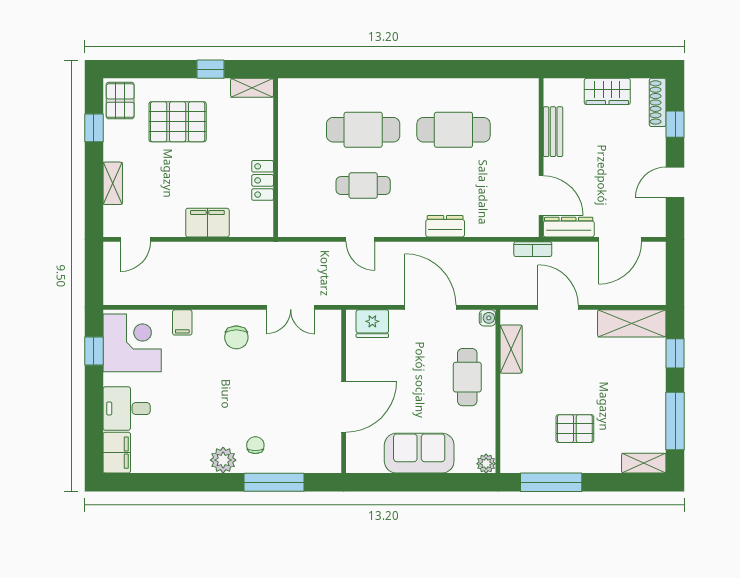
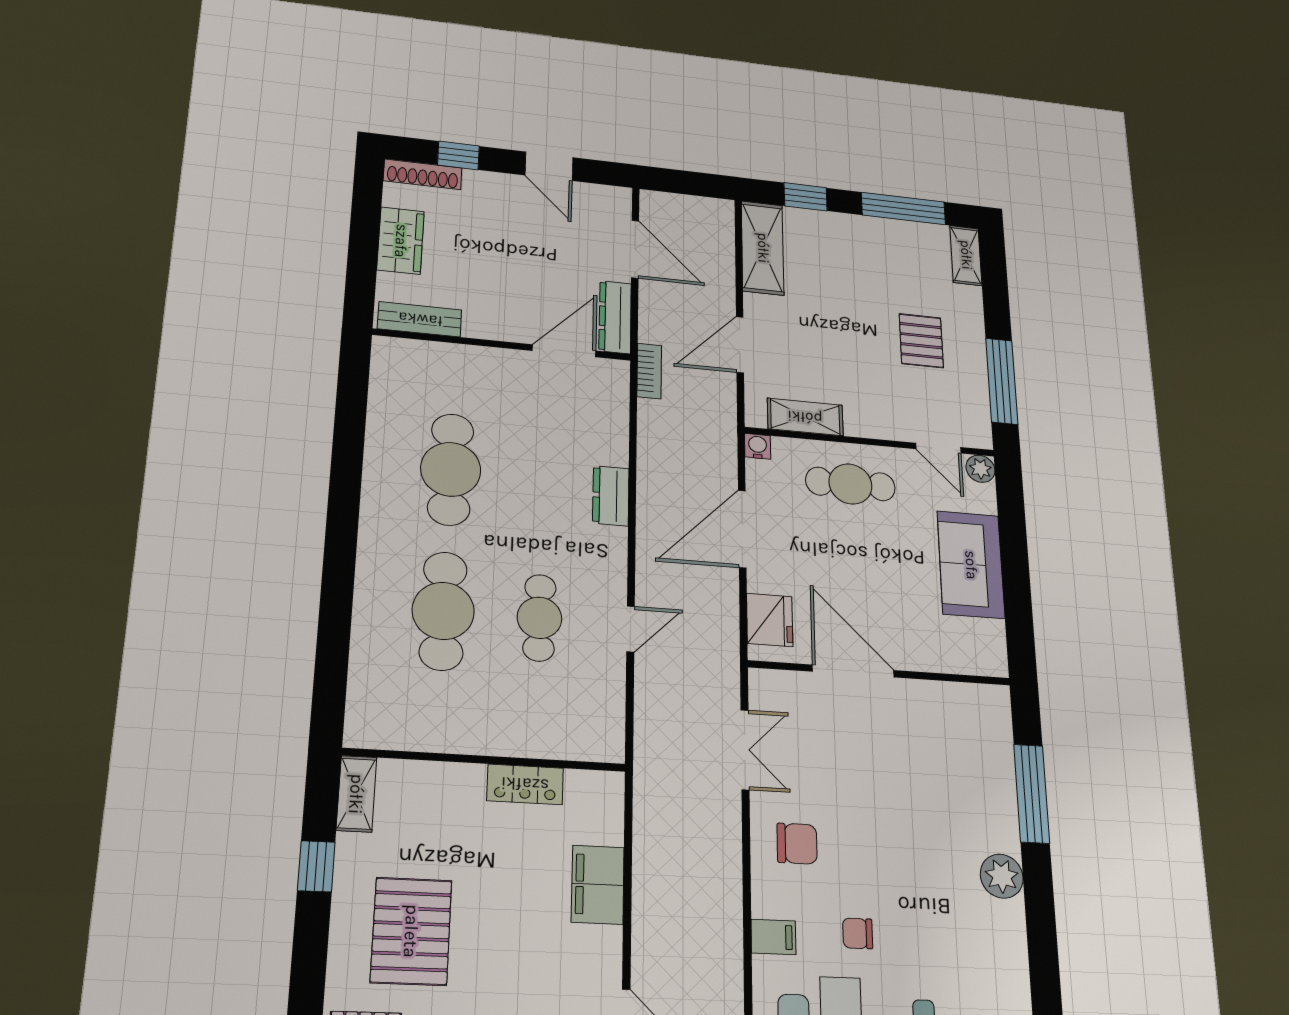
bench: (553, 132) -> (420, 319), moved
door: (344, 407) -> (853, 671), moved
door: (498, 436) -> (938, 448), added
chair: (255, 445) -> (858, 933), moved

